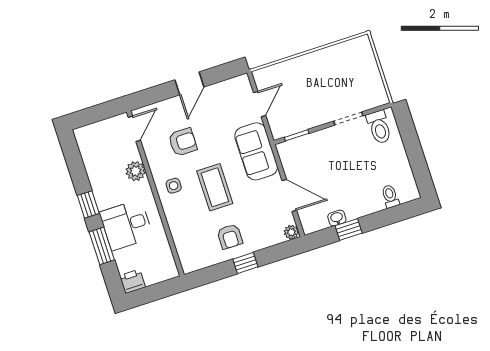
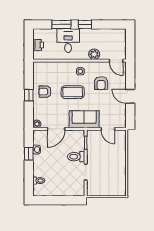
toilet: (379, 127) -> (76, 157), moved
printer: (133, 281) -> (38, 45), moved

